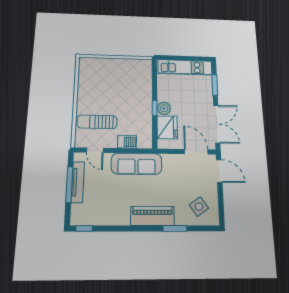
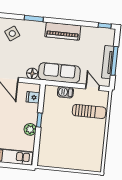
plant: (164, 108) -> (30, 129), moved
fridge: (167, 127) -> (33, 97), width x0.53, depth x0.75
floor lamp: (169, 160) -> (32, 73), added
piano: (152, 216) -> (63, 31), moved

